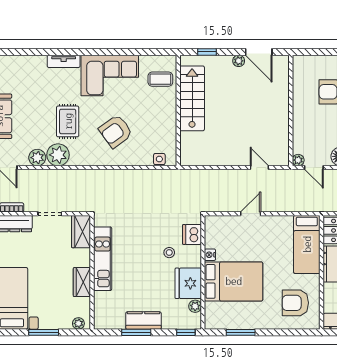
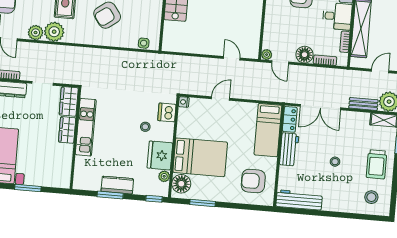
nightstand: (210, 255) -> (184, 102), moved
wardrobe: (82, 282) -> (67, 130), moved
floor lamp: (215, 313) -> (181, 184), added
plant: (78, 323) -> (59, 183), removed

